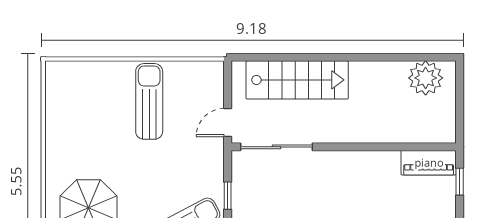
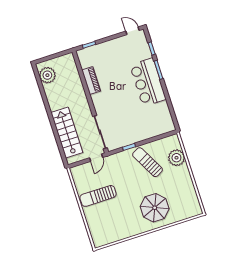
door: (228, 123) -> (96, 158), hinge flipped
piano: (429, 163) -> (91, 80), moved

